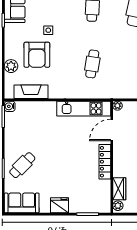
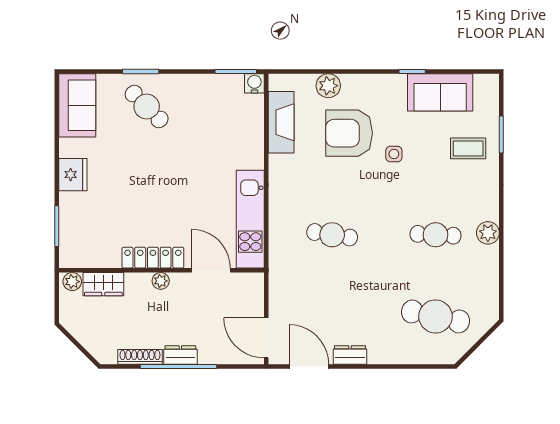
plant: (117, 106) -> (161, 281), moved

